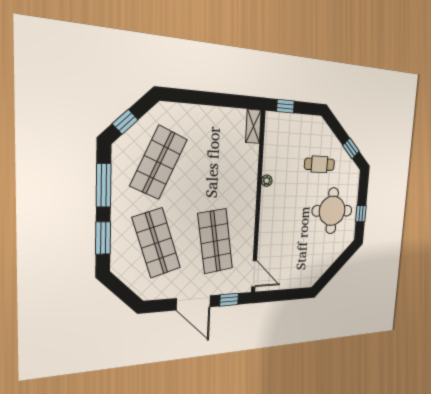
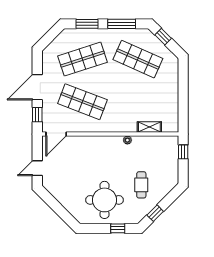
shelving: (253, 126) -> (149, 127), moved
window: (361, 214) -> (118, 228), moved
shop shelf: (215, 241) -> (82, 102), turned 30
door: (292, 294) -> (37, 168), added

